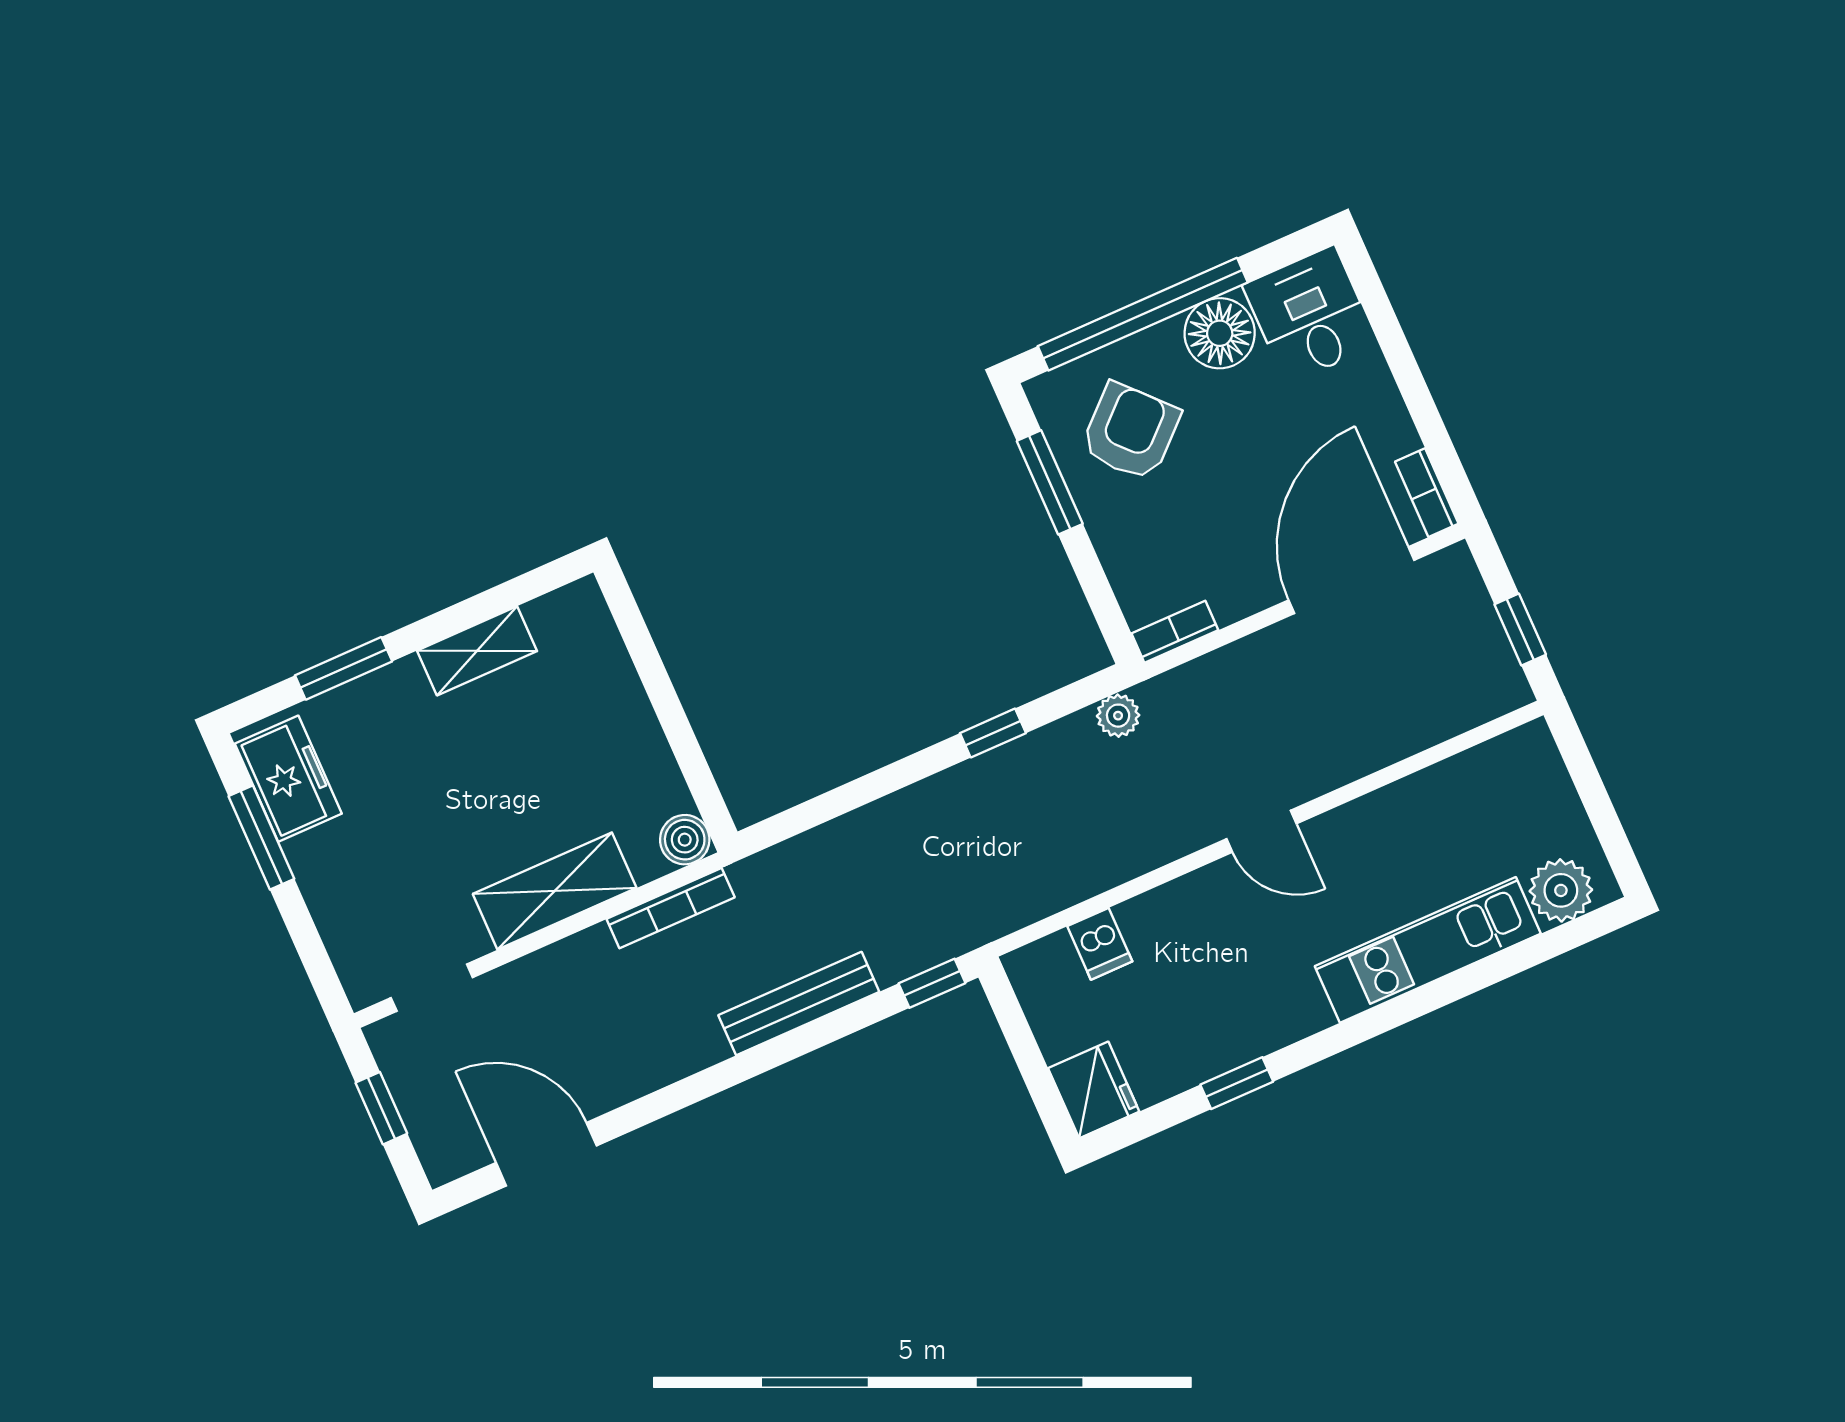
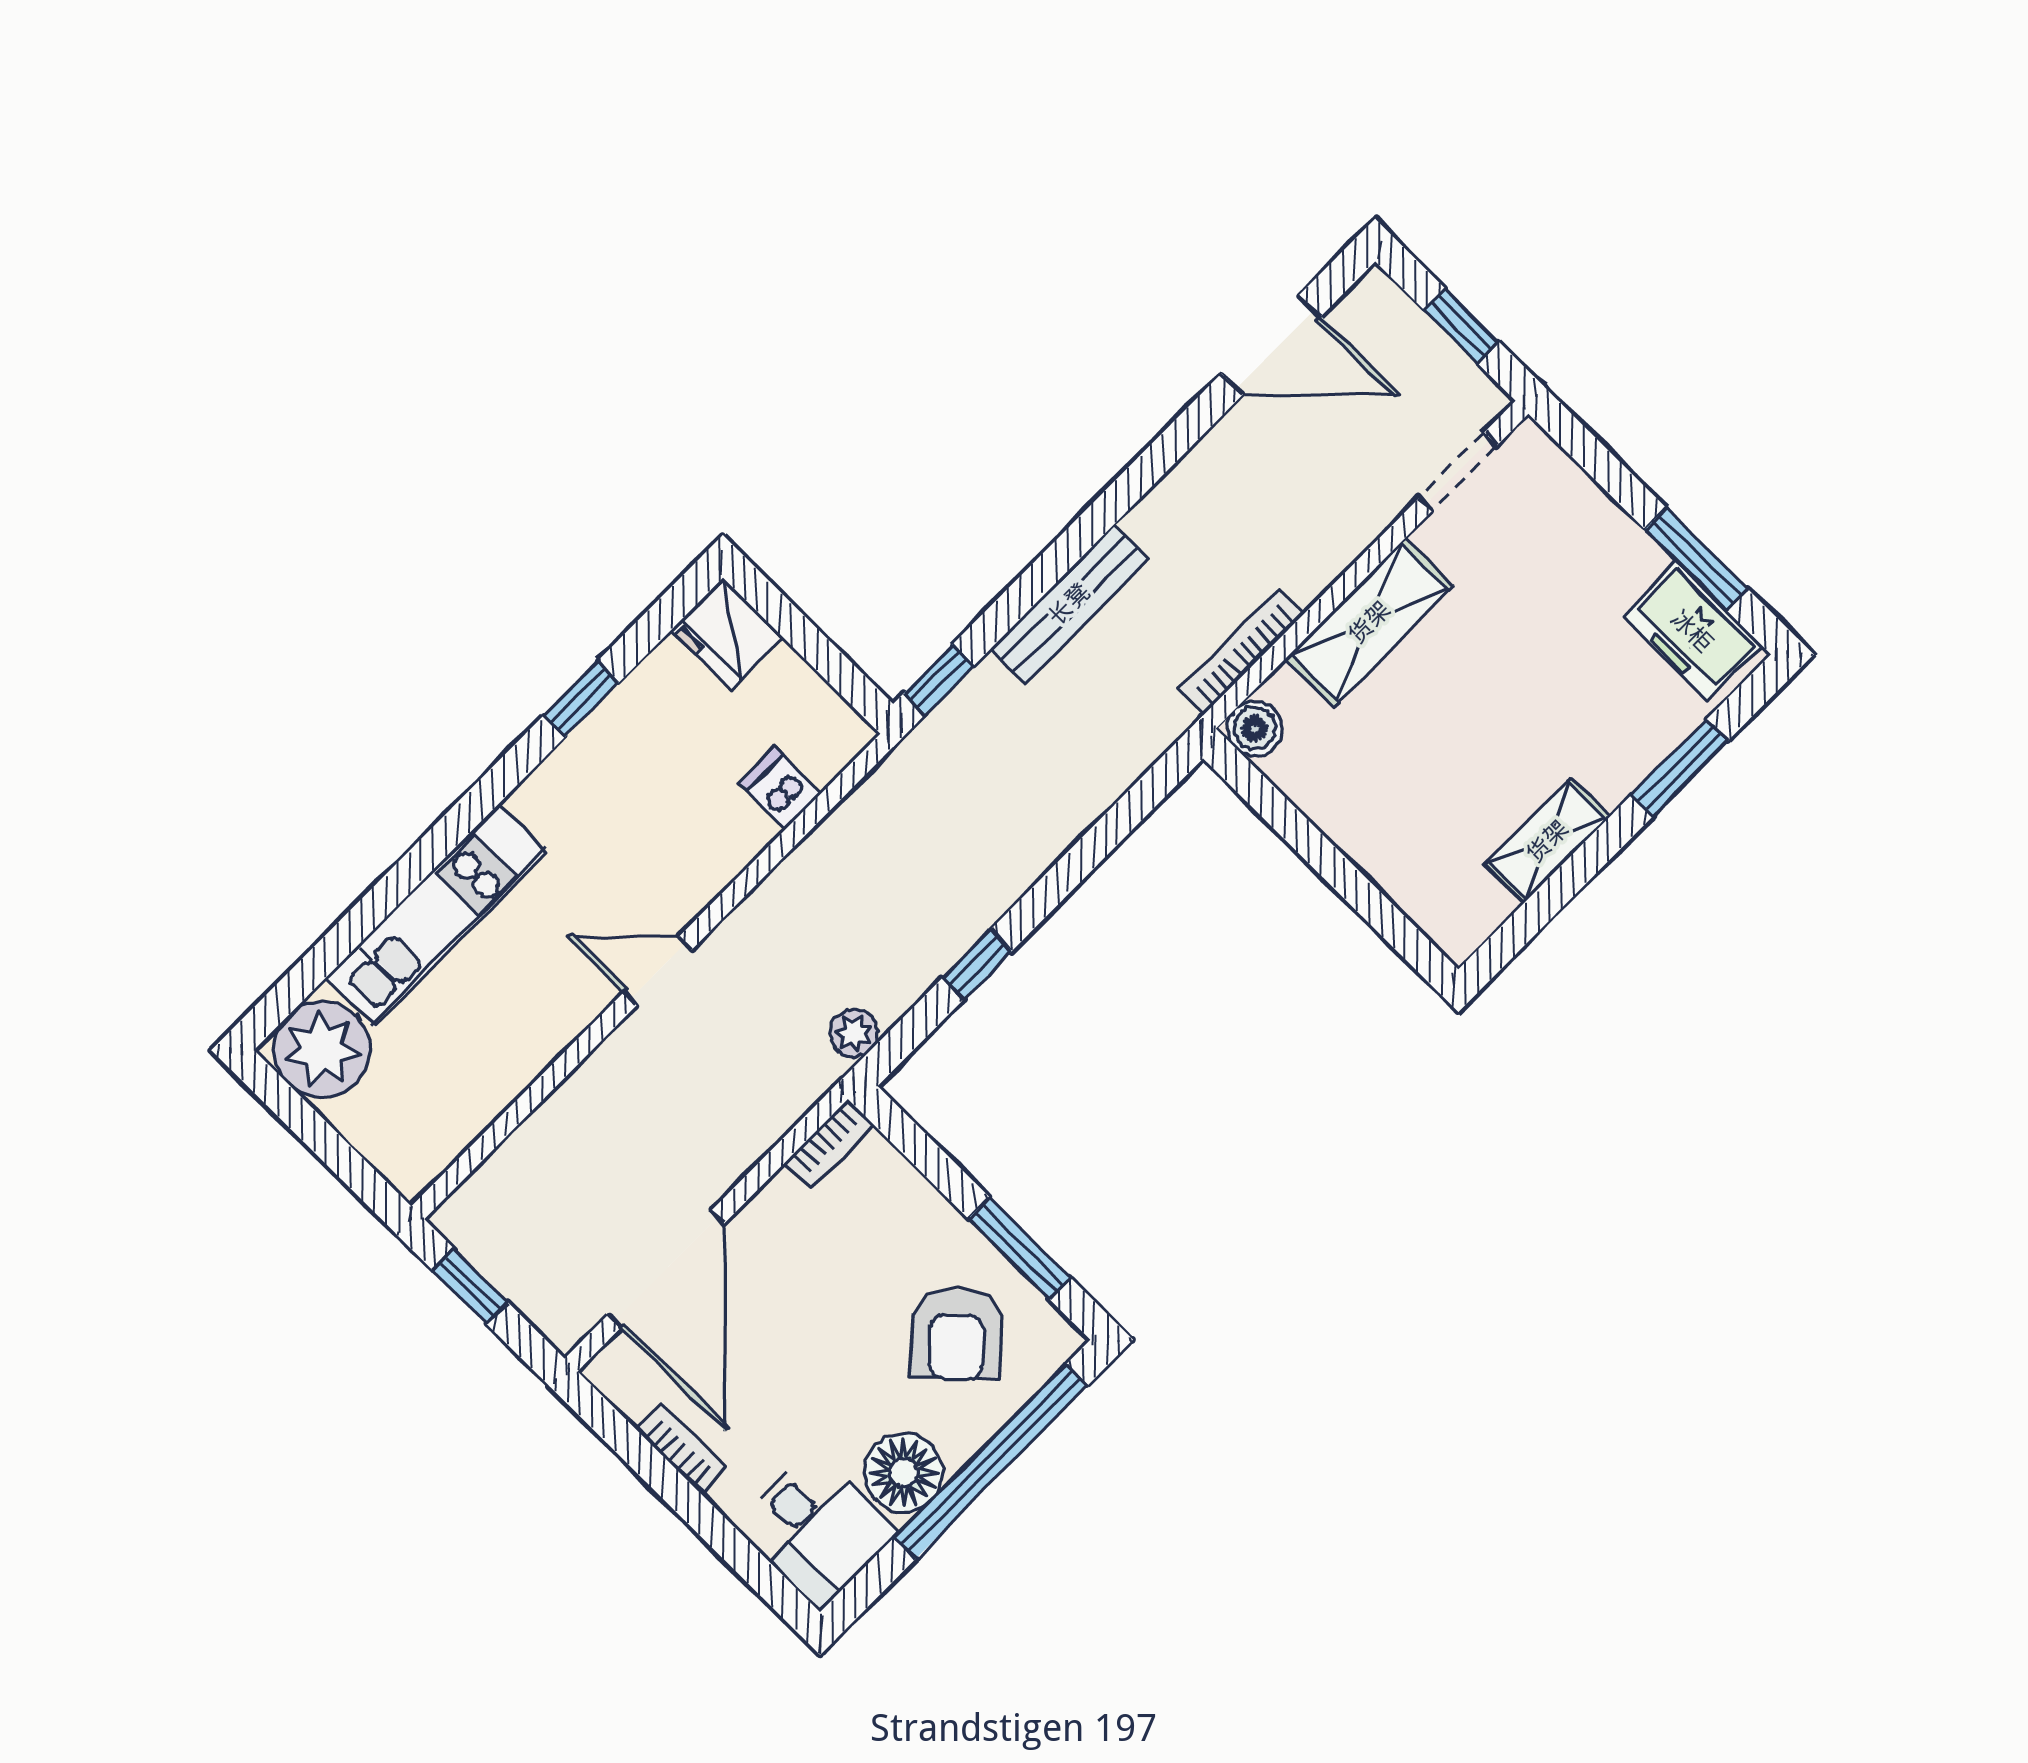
bookcase: (1427, 493) -> (681, 1449), moved
plant: (1561, 890) -> (322, 1049), width x1.36, depth x1.36

